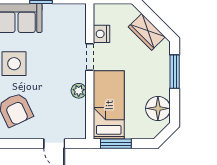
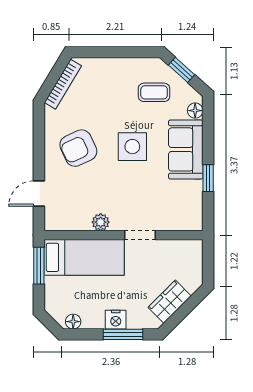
nightstand: (101, 34) -> (116, 320), moved, turned 180
floor lamp: (158, 108) -> (73, 322), width x0.53, depth x0.53

